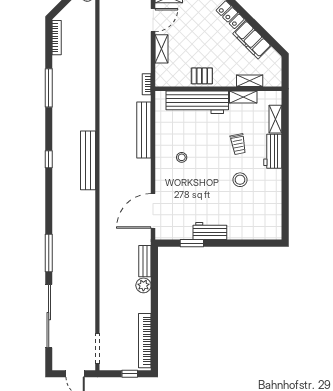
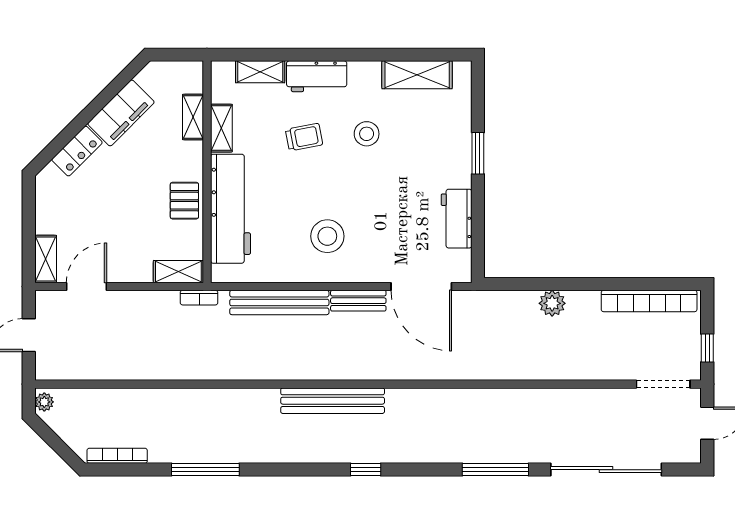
door: (153, 20) -> (86, 286), hinge flipped
shelving: (161, 49) -> (178, 272), moved
stool: (182, 157) -> (327, 236), width x1.89, depth x1.89
window: (49, 159) -> (366, 470), moved
shelving: (274, 208) -> (417, 75), added
workbench: (210, 231) -> (457, 219), moved
window: (192, 243) -> (478, 153), moved
bench: (145, 261) -> (358, 301), moved
window: (130, 374) -> (707, 348), moved

